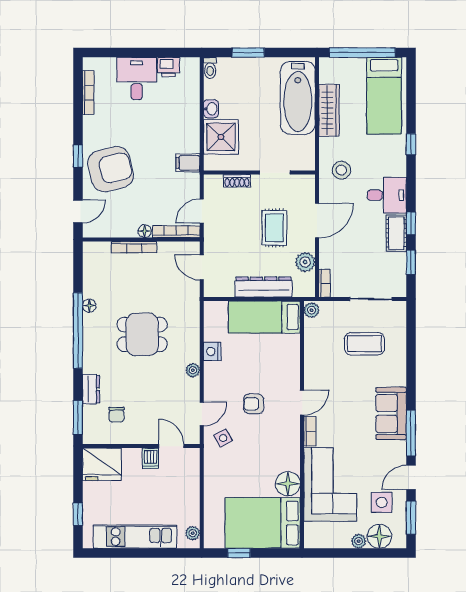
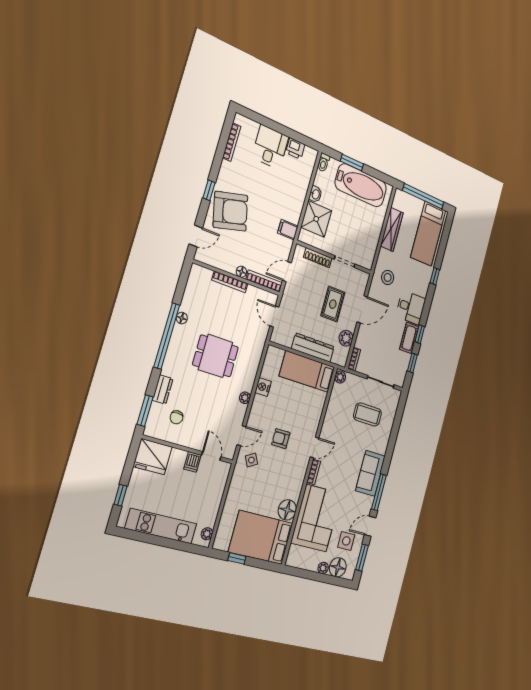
bathtub: (298, 98) -> (361, 185), moved, turned -90
shoe rack: (237, 181) -> (318, 258), width x1.43

